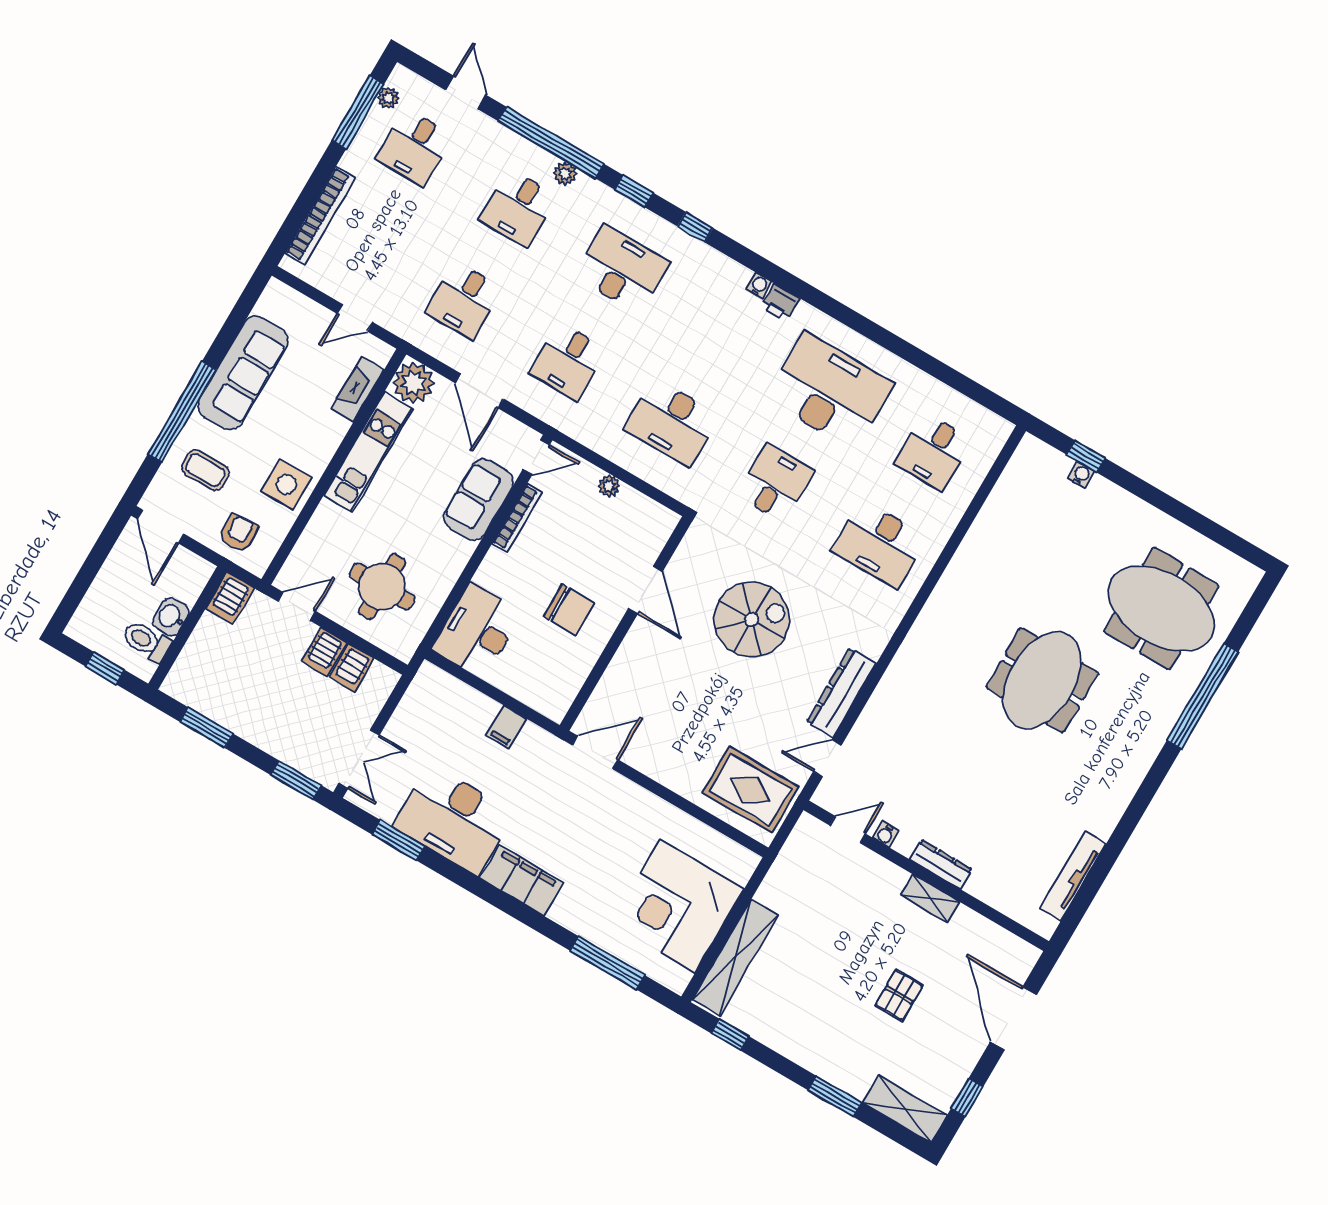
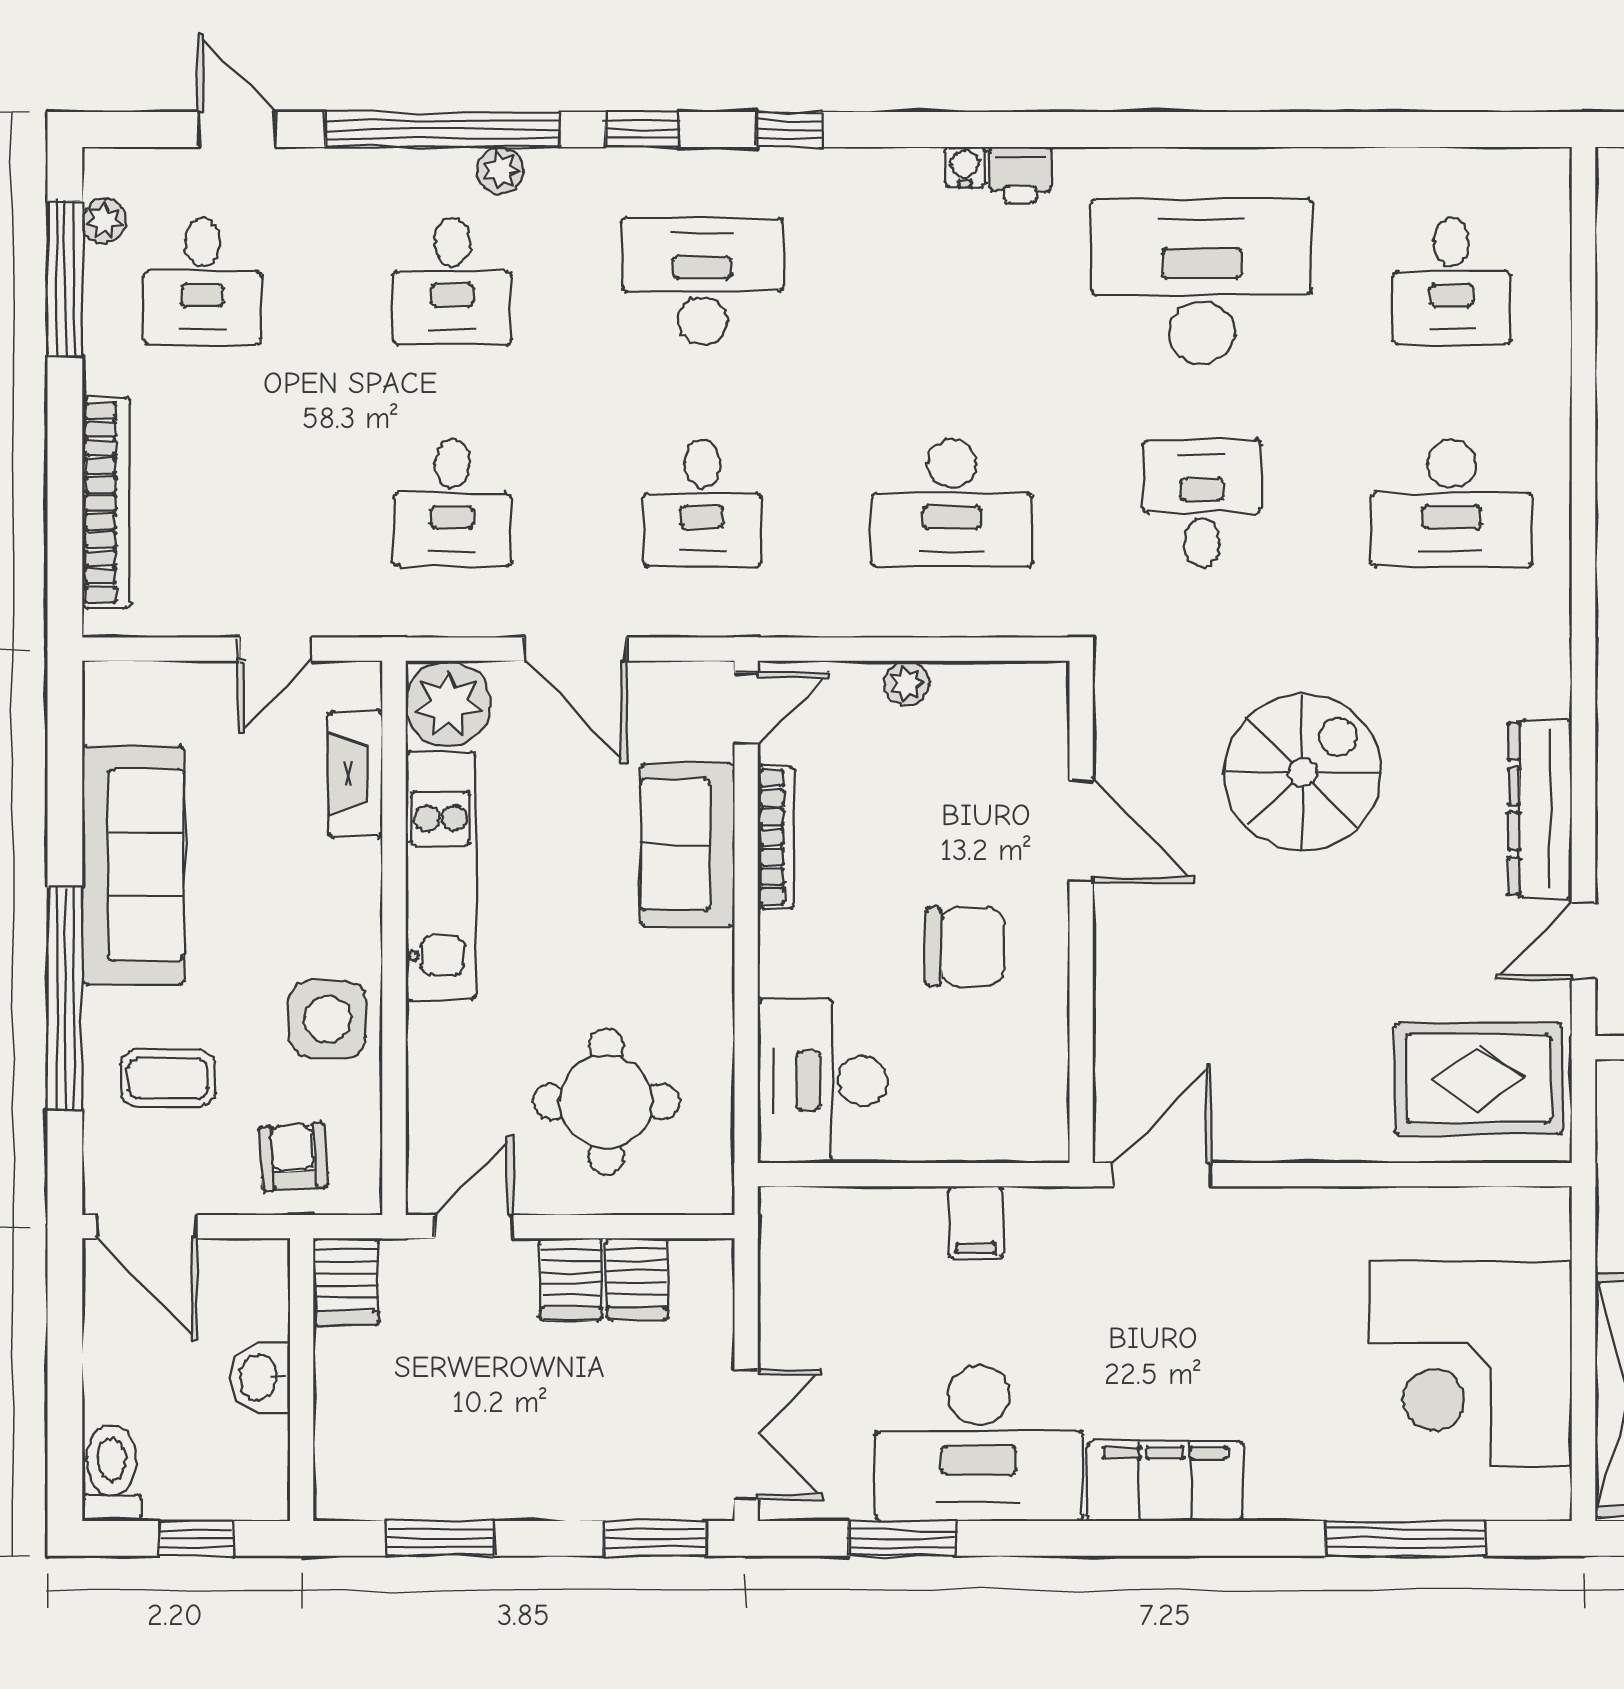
toilet: (146, 641) -> (111, 1473), moved, turned 90

